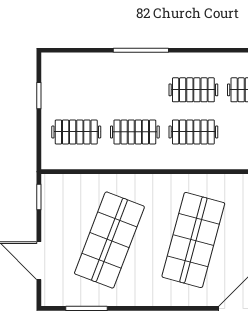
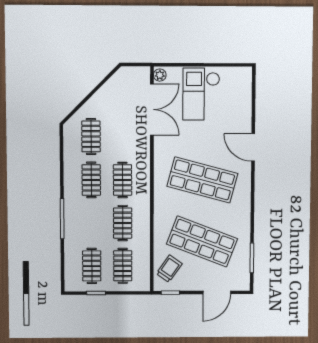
clothes rail: (76, 90) -> (92, 266), added
trolley: (72, 195) -> (169, 269), added

